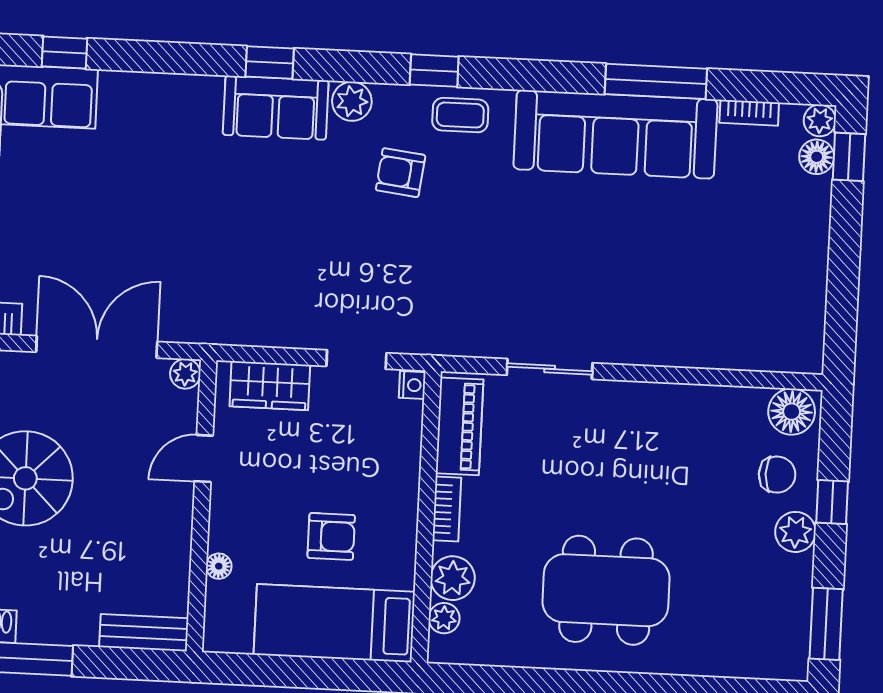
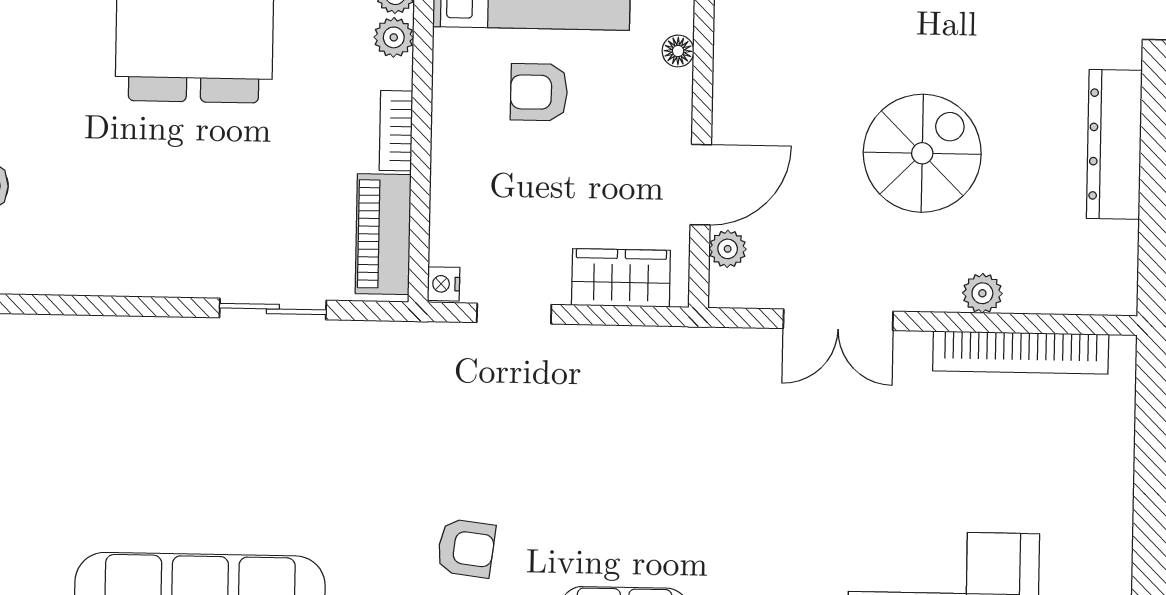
double door: (97, 347) -> (838, 320), width x0.73
plant: (185, 374) -> (728, 249), moved
door: (204, 458) -> (701, 185), width x1.38
plant: (453, 578) -> (394, 37), width x0.73, depth x0.73

